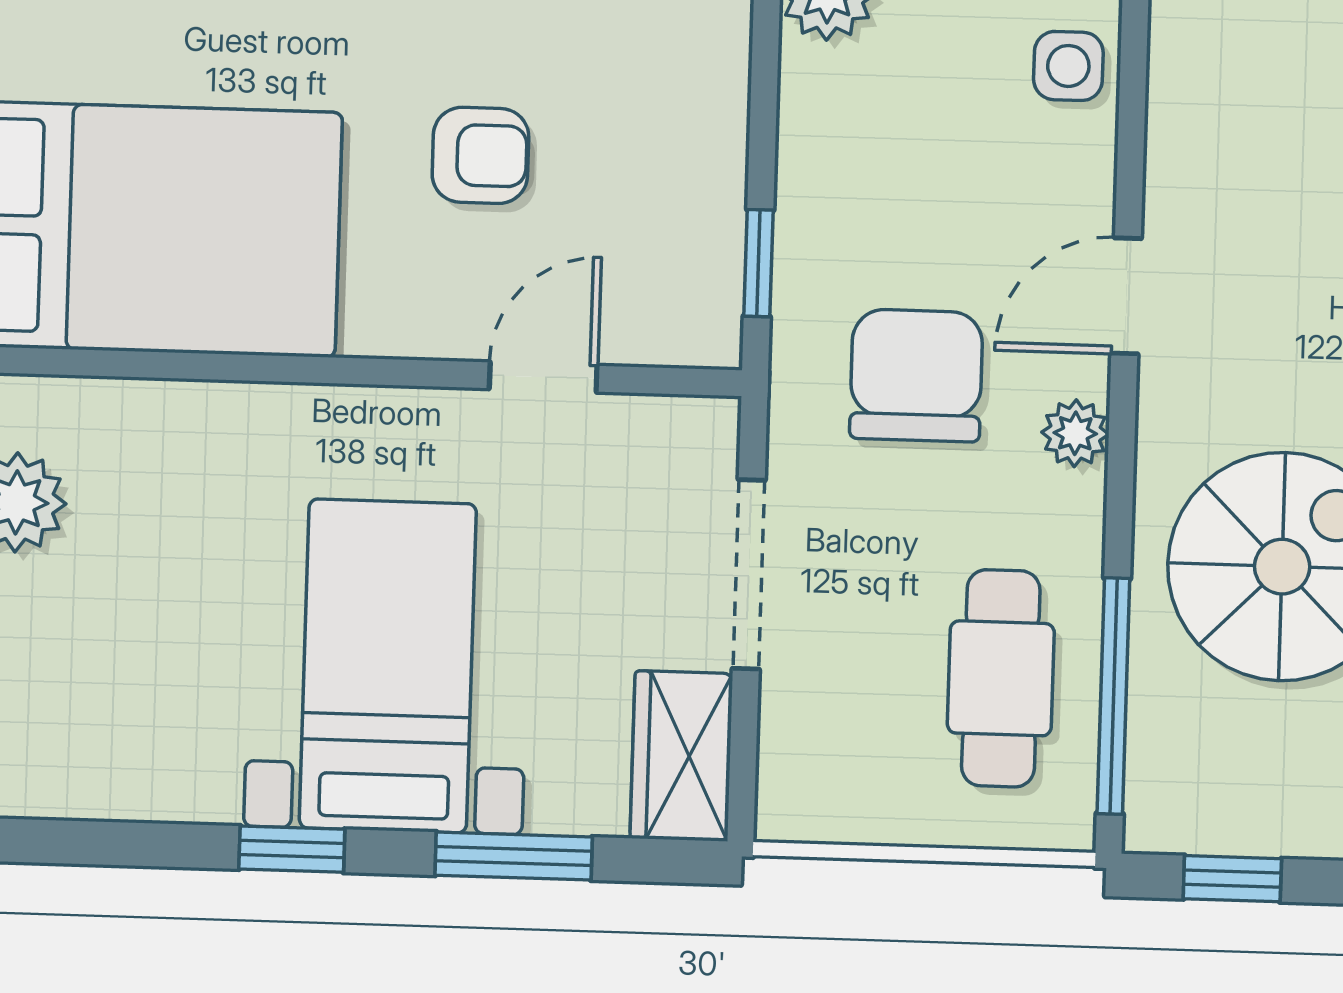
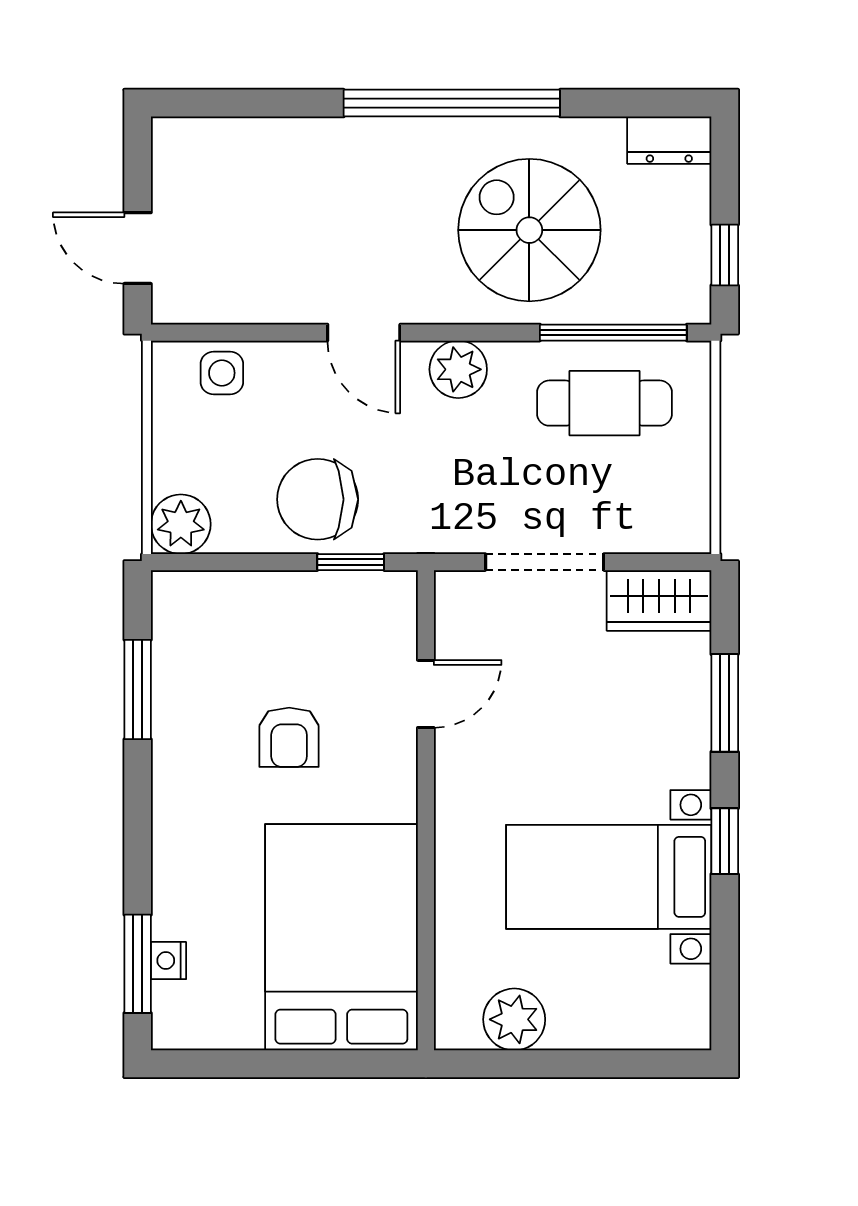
armchair: (480, 155) -> (289, 737), turned 180
chair: (916, 375) -> (318, 499), moved
door: (543, 377) -> (426, 694), swing flipped
plant: (1075, 433) -> (458, 369), width x1.38, depth x1.38
bed with nightstands: (388, 666) -> (609, 877), moved

